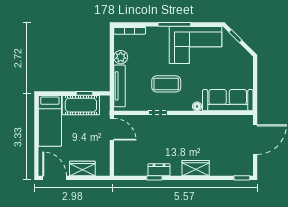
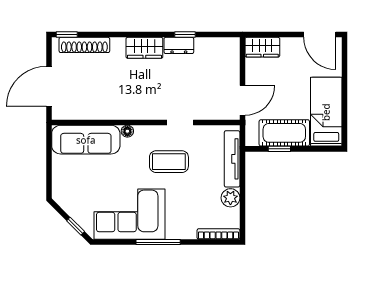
door: (112, 129) -> (242, 100), swing flipped
wardrobe: (196, 168) -> (144, 48), moved
wardrobe: (82, 169) -> (262, 47), moved
shoe rack: (229, 170) -> (84, 45), added

